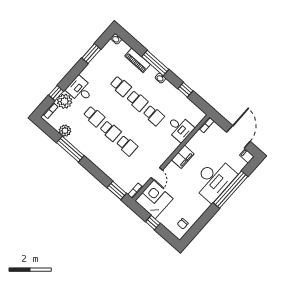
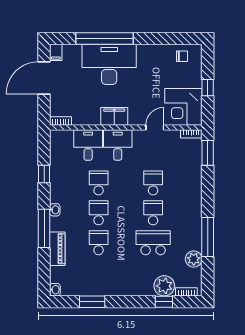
desk: (80, 90) -> (118, 145), moved, turned 180
school desk: (94, 116) -> (153, 243), width x1.85

